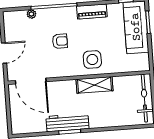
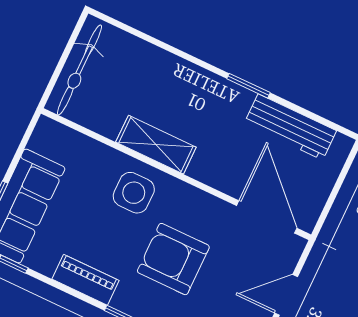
armchair: (60, 41) -> (173, 259), width x1.88, depth x1.88
workbench: (67, 123) -> (290, 127), moved

